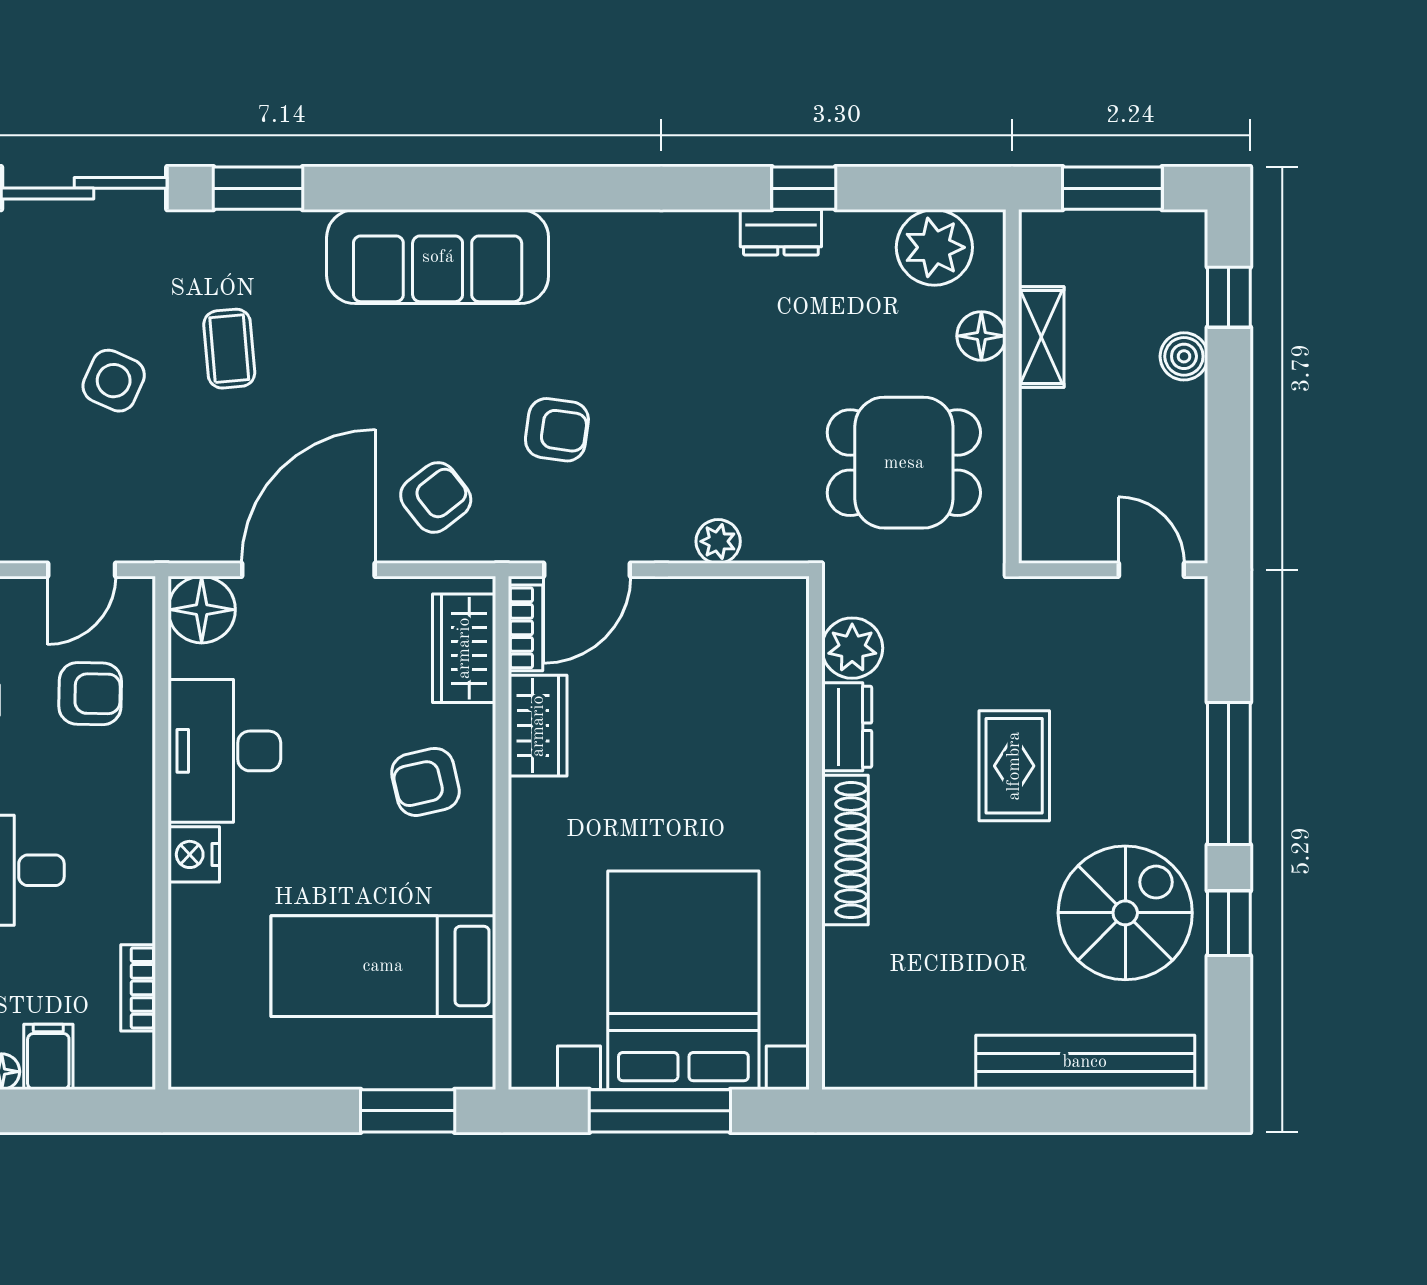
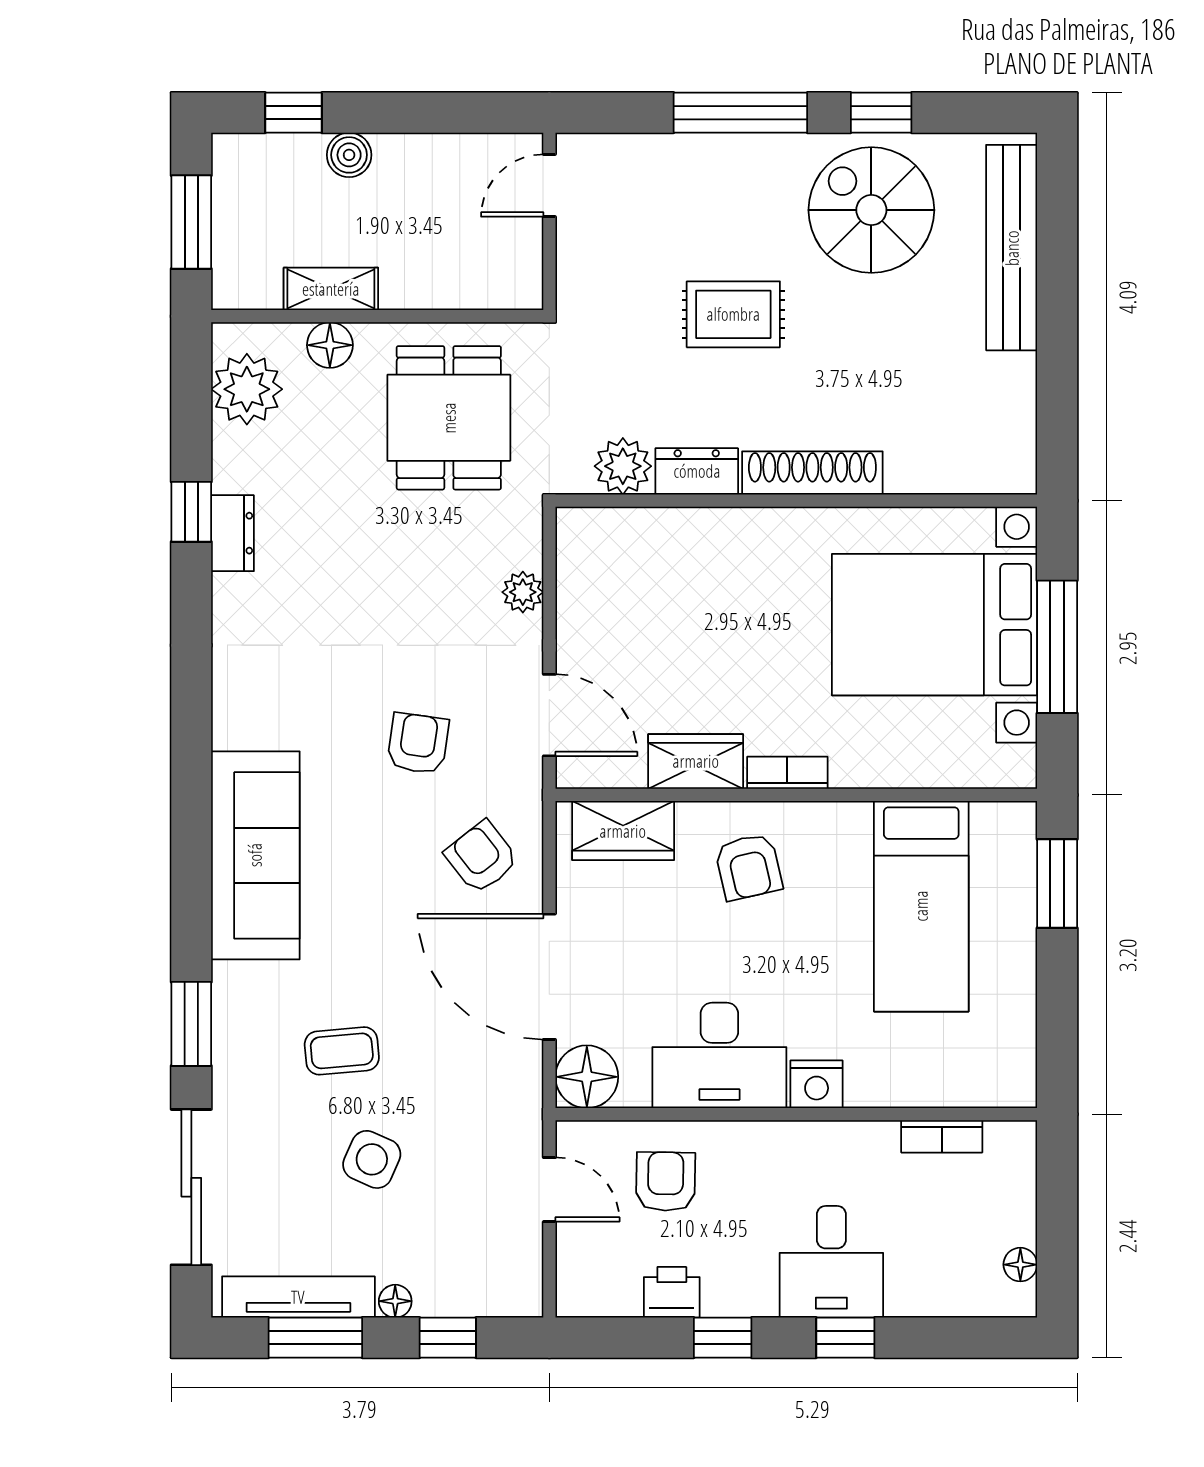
bookcase: (526, 628) -> (787, 773), moved
filing cabinet: (48, 1057) -> (1006, 1221), removed

